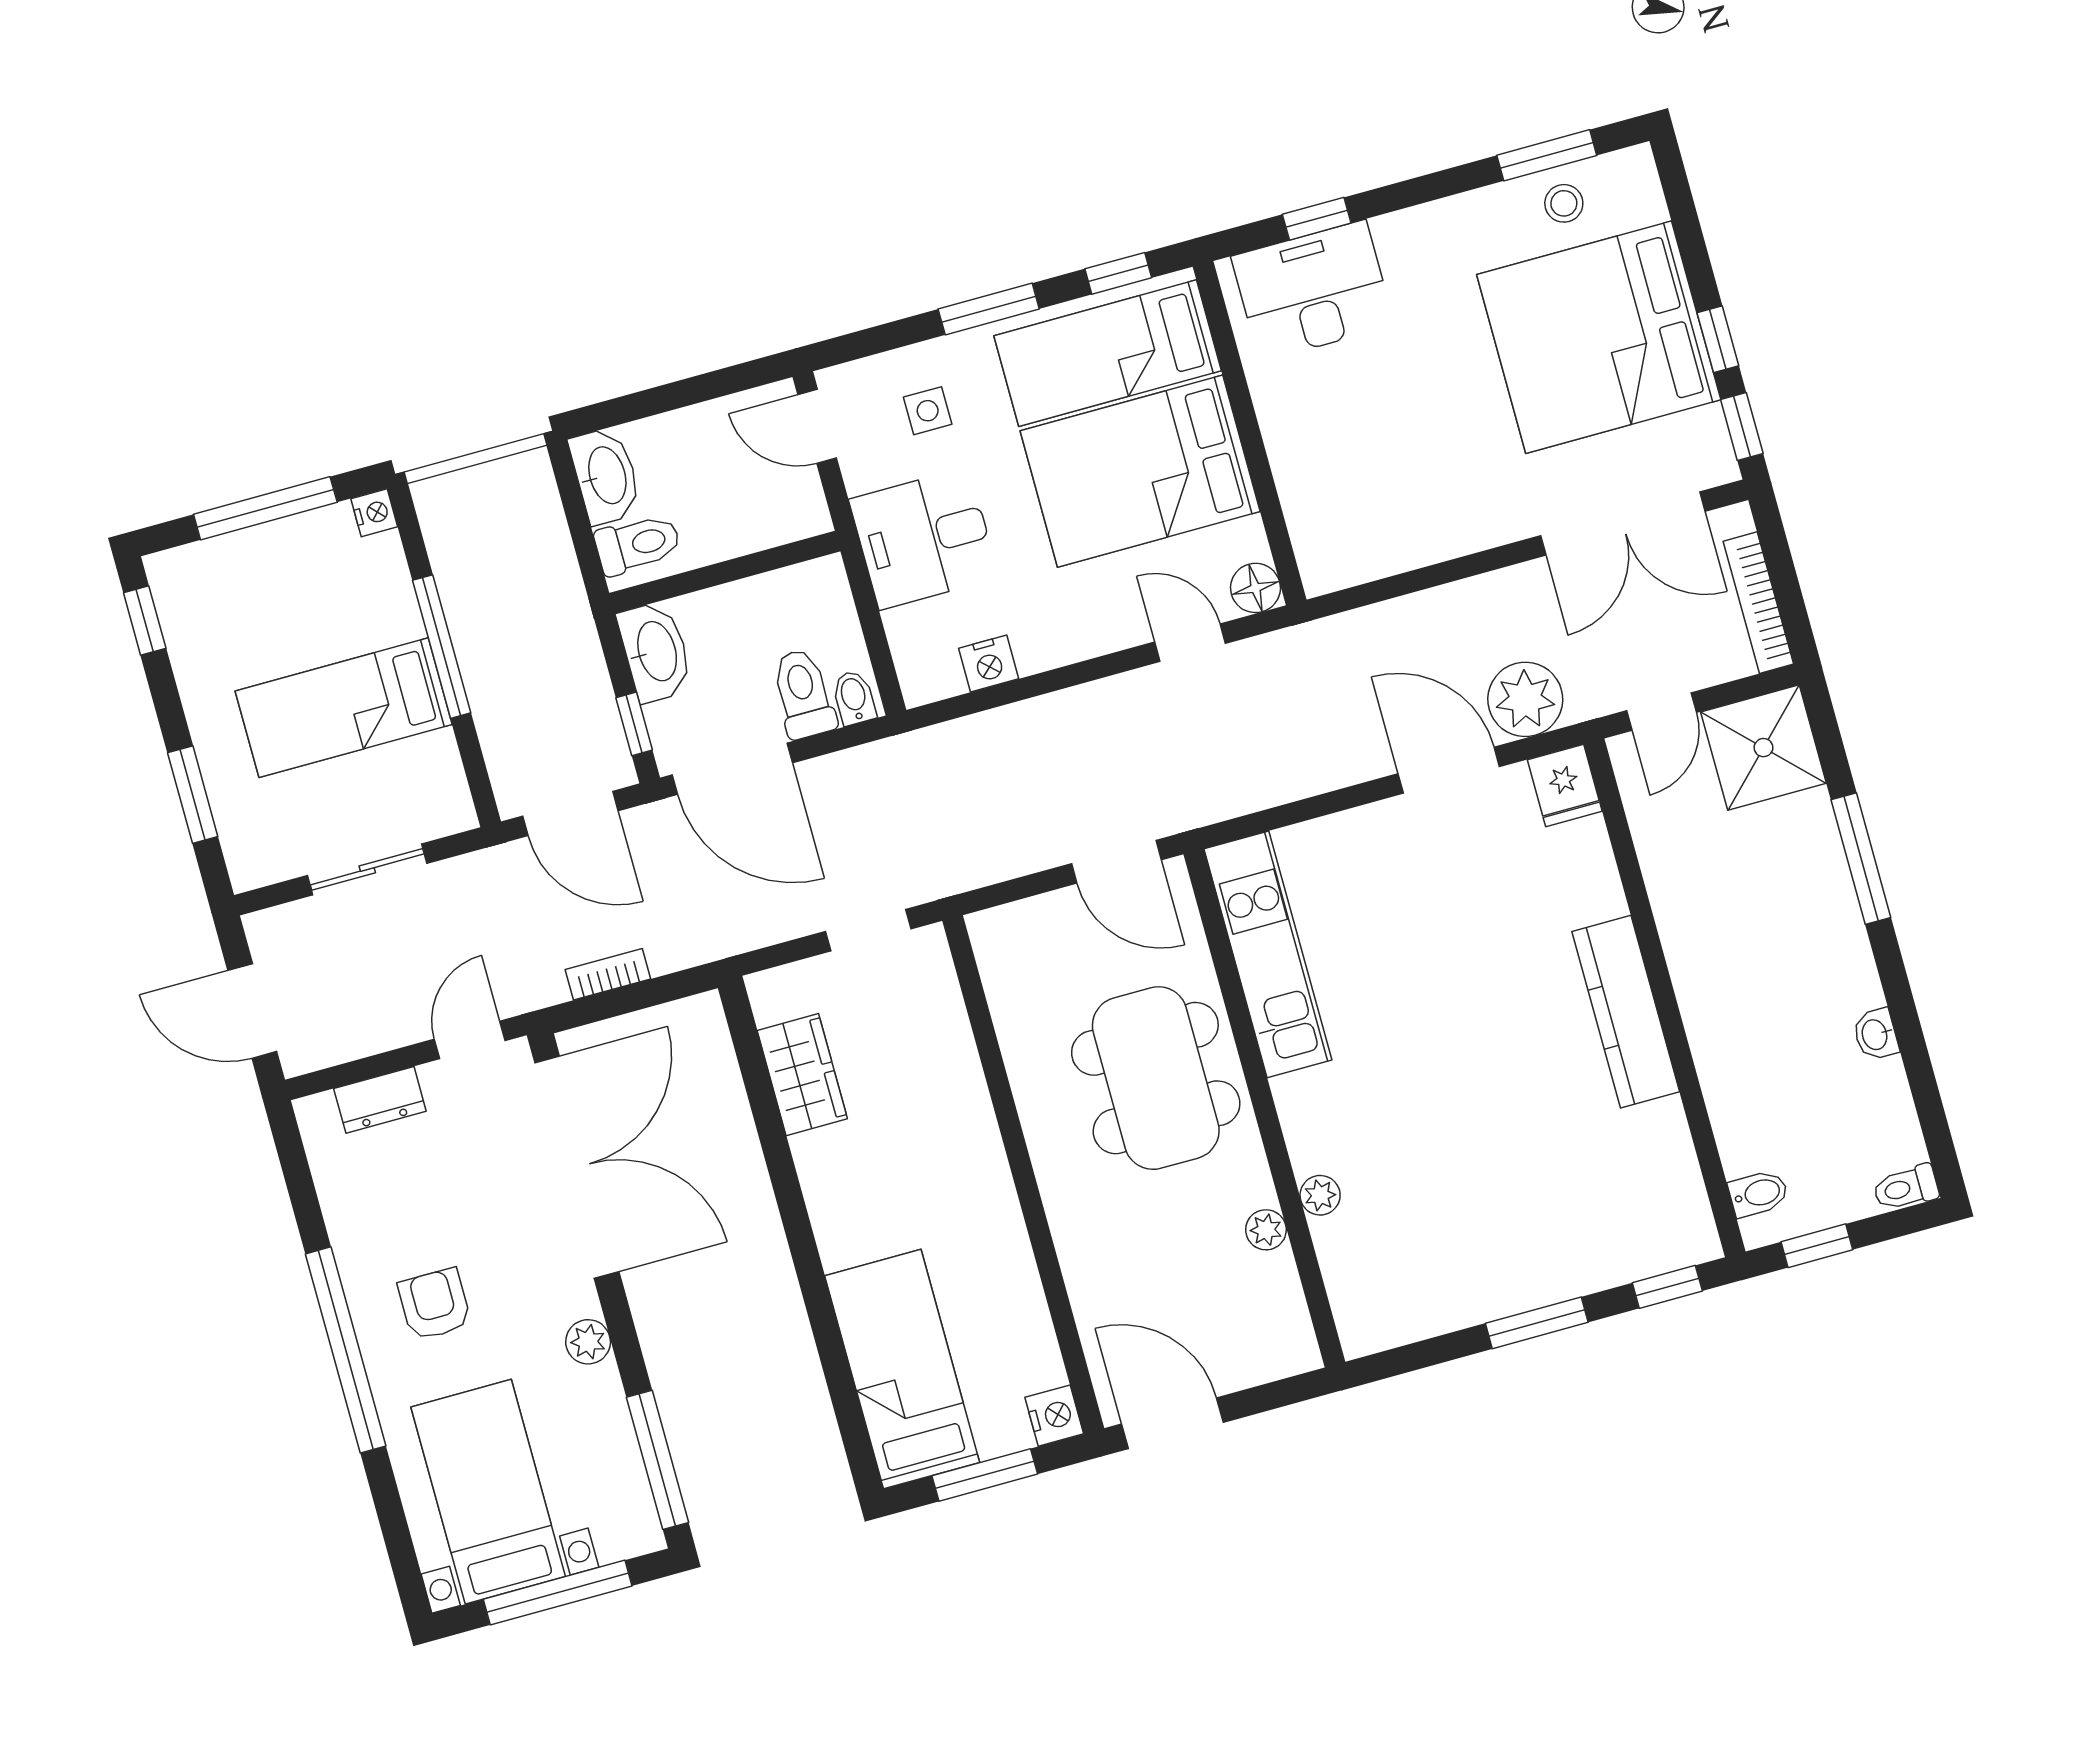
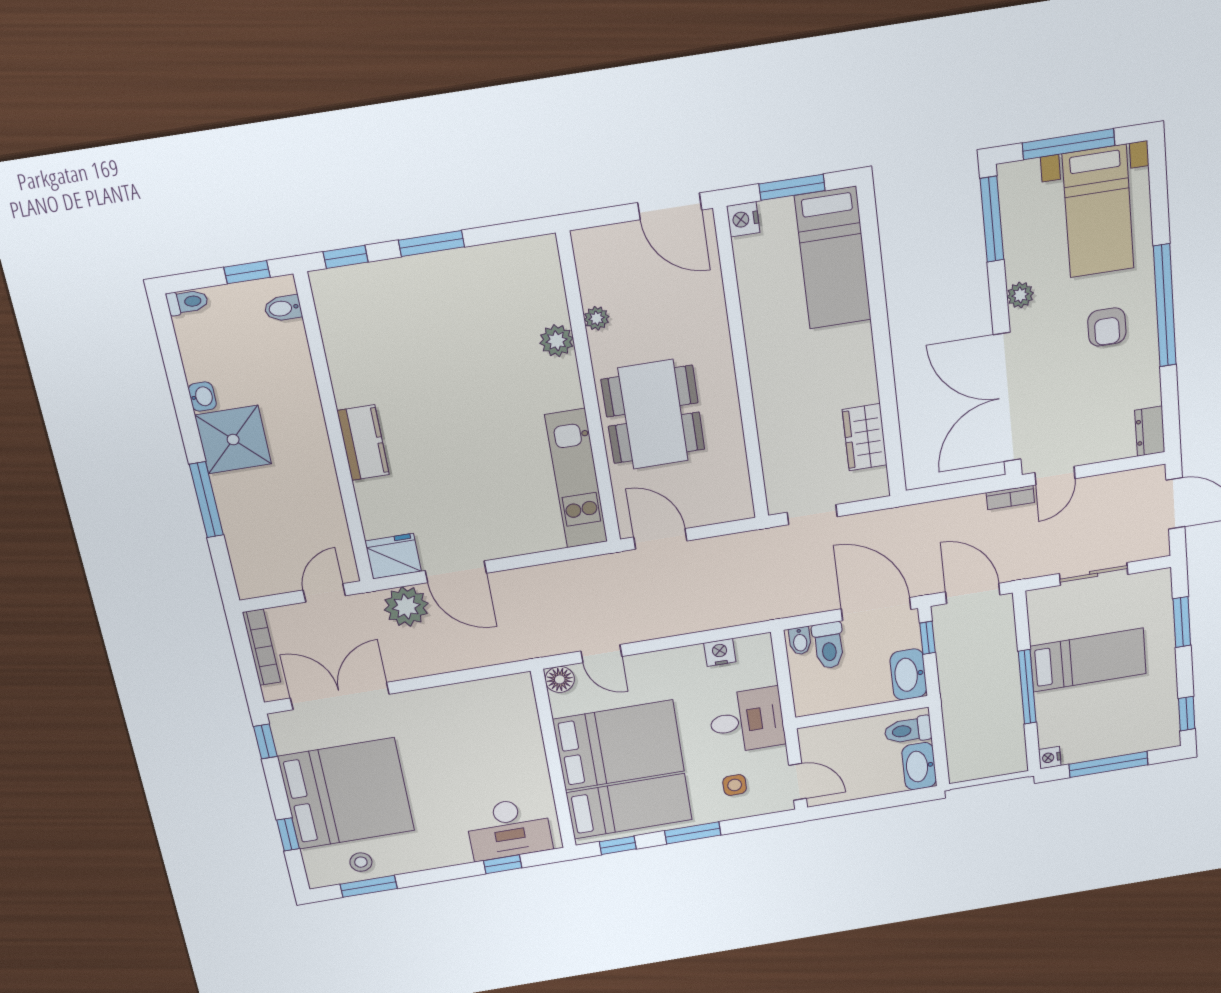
window: (1718, 339) -> (288, 834), moved
shower: (1763, 748) -> (233, 440), moved
fridge: (1565, 785) -> (393, 556), width x1.38
bookcase: (608, 974) -> (1010, 498), moved
kitchen counter: (1626, 1012) -> (363, 443), width x0.67
dresser: (380, 1100) -> (1150, 431), moved, turned -90
plant: (1320, 1195) -> (557, 341), width x1.38, depth x1.38

